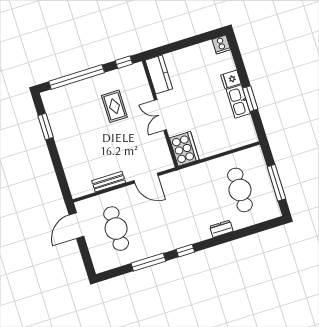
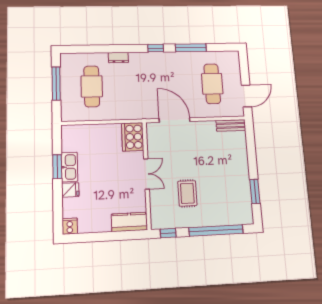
kitchen counter: (159, 75) -> (129, 222), moved, turned 90
door: (146, 178) -> (175, 120), width x1.36
bench: (109, 182) -> (231, 125), moved

